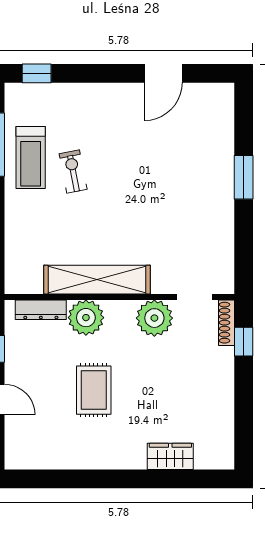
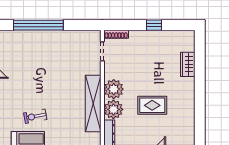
window: (244, 177) -> (38, 25), width x2.11
plant: (154, 318) -> (114, 89), moved
window: (244, 342) -> (154, 25), moved

